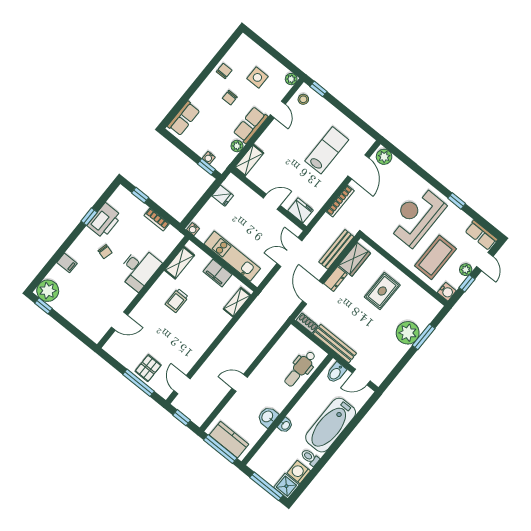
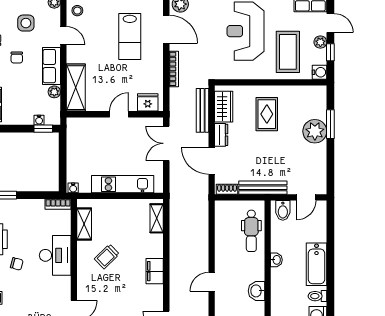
lab bench: (327, 150) -> (130, 36), turned 180
shelving: (249, 160) -> (76, 88), width x1.50, depth x1.33
fridge: (223, 196) -> (75, 142), removed
bookcase: (157, 220) -> (58, 204), moved
filing cabinet: (218, 273) -> (155, 271), moved, turned 90
trolley: (177, 301) -> (107, 256), turned 46
washbasin: (285, 425) -> (276, 260), moved
bathtub: (331, 425) -> (317, 264), width x0.73, depth x0.73

